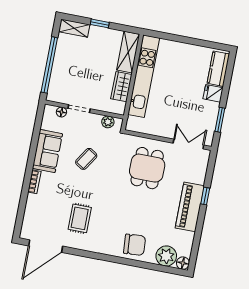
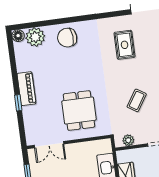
piano: (190, 207) -> (26, 89), width x0.73, depth x0.75

